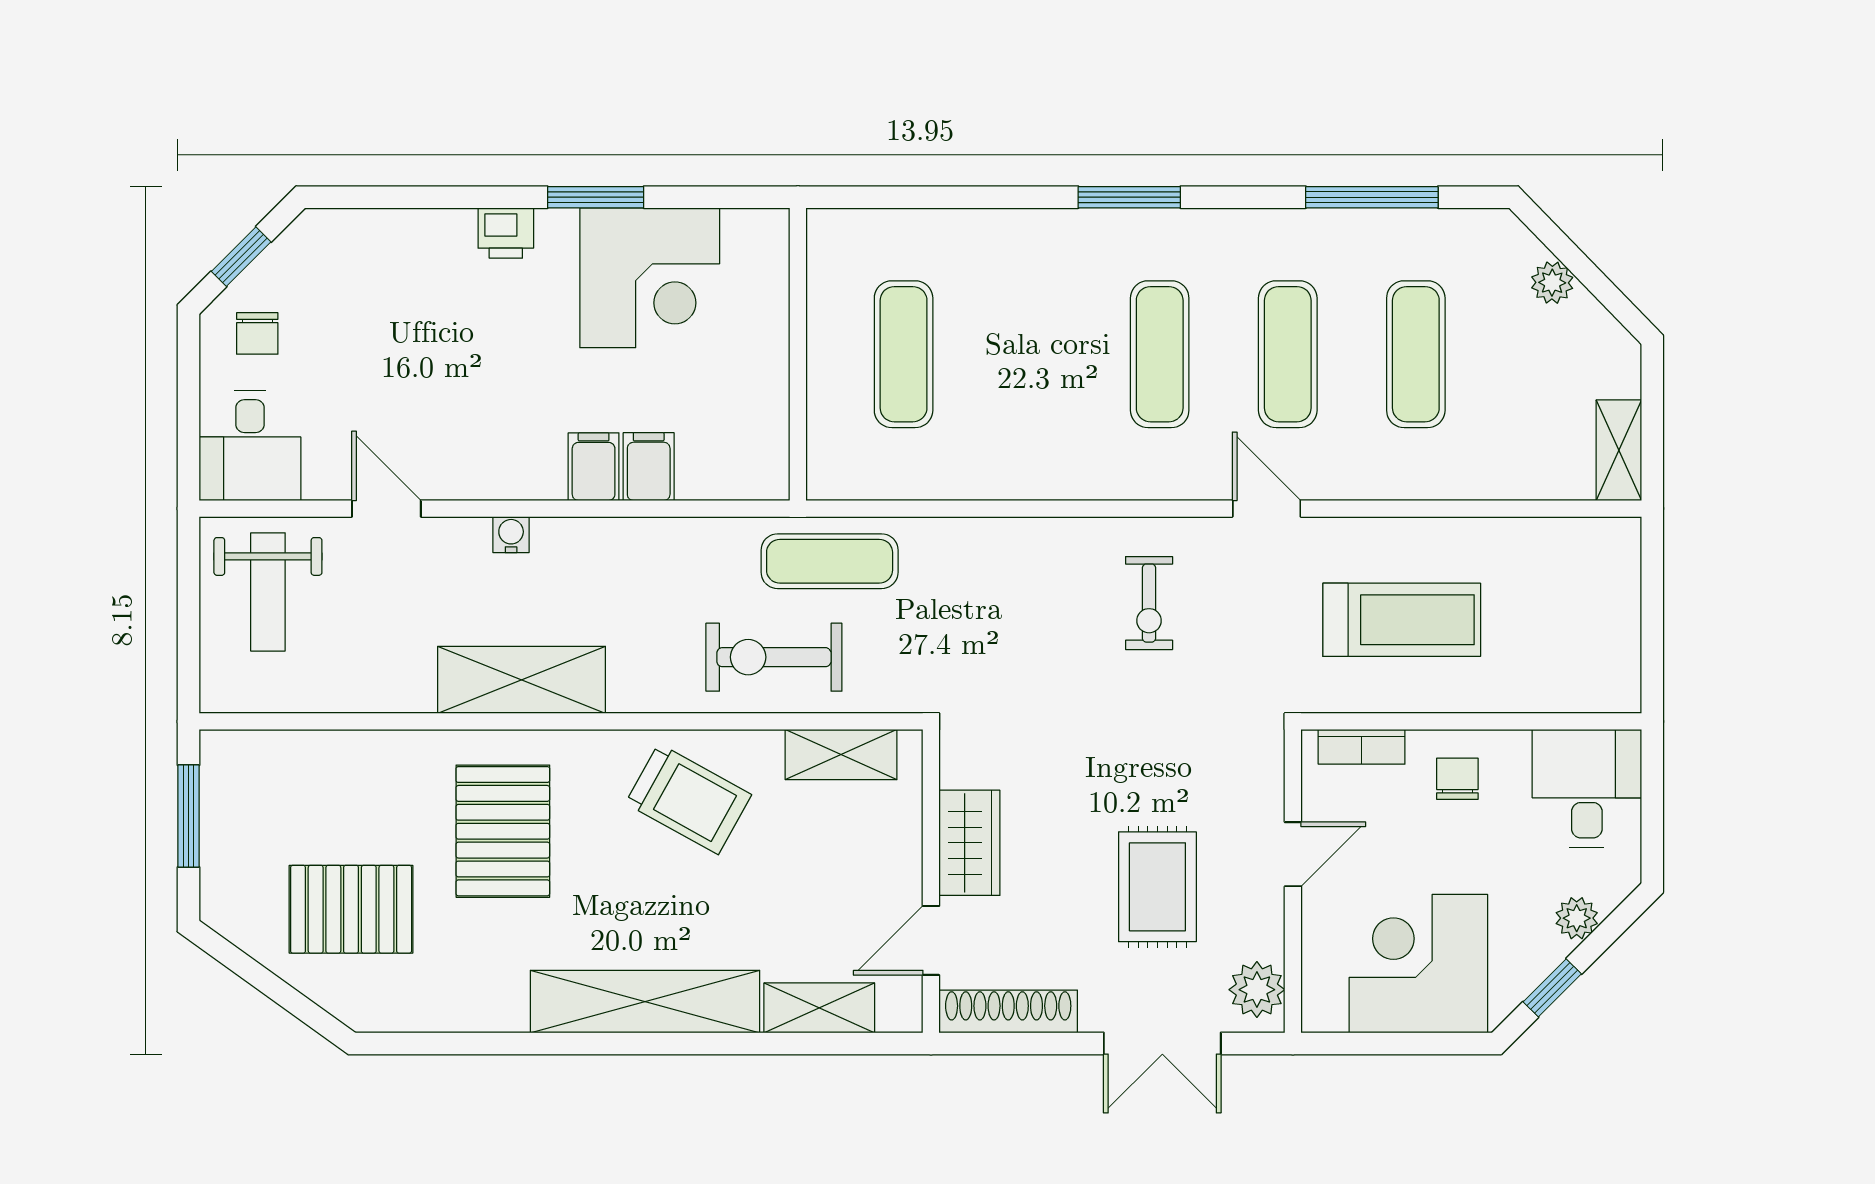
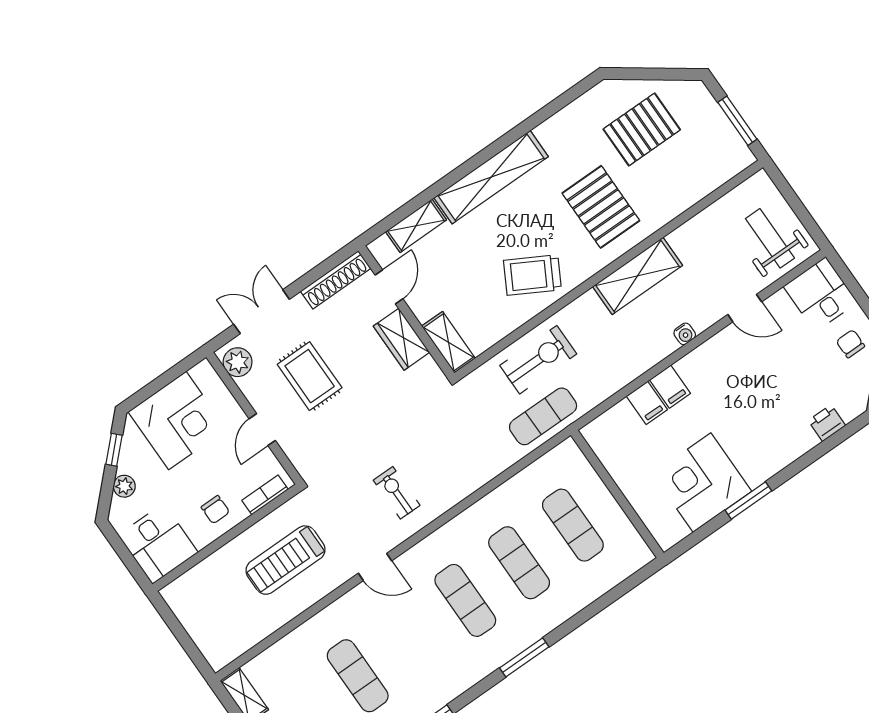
printer: (506, 233) -> (827, 423), moved
exercise mat: (1288, 354) -> (519, 563), moved
shelving: (841, 755) -> (448, 342), moved, turned 90

